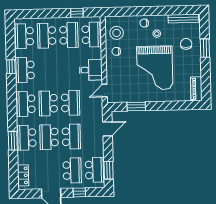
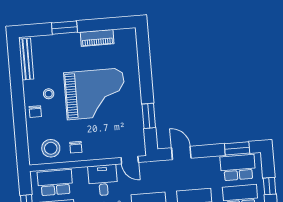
chair: (186, 44) -> (60, 53), removed
piano: (196, 89) -> (97, 38), moved

